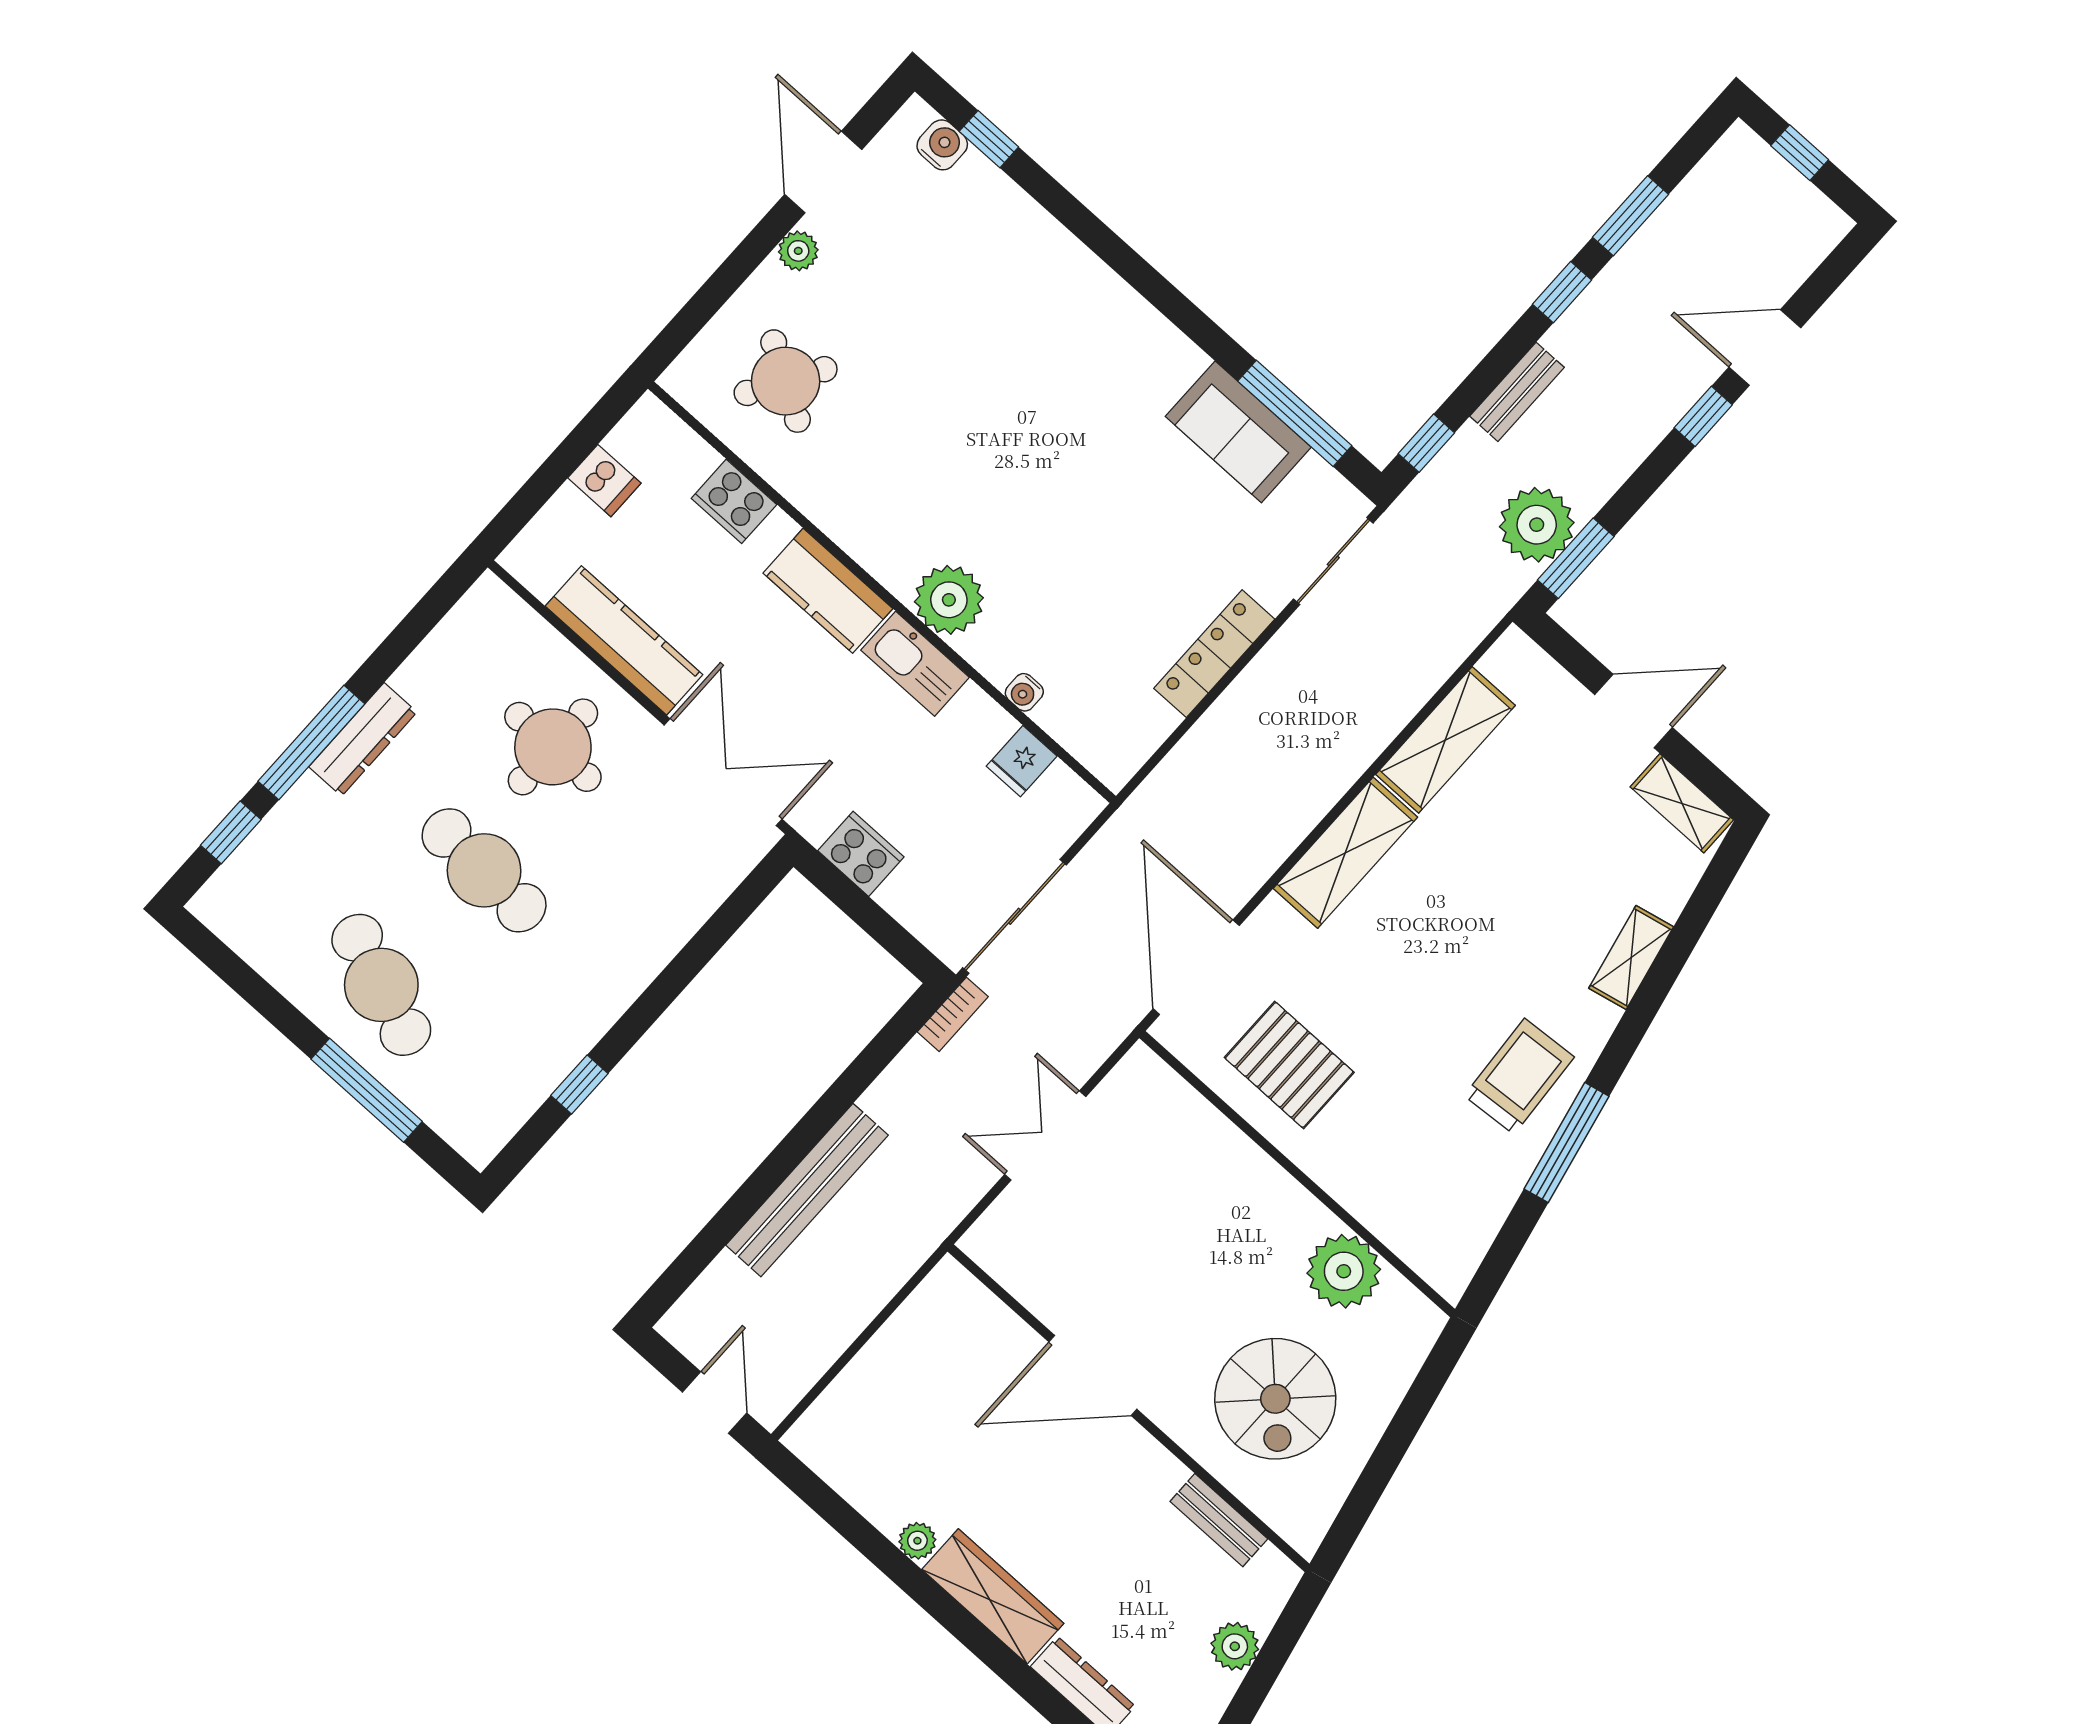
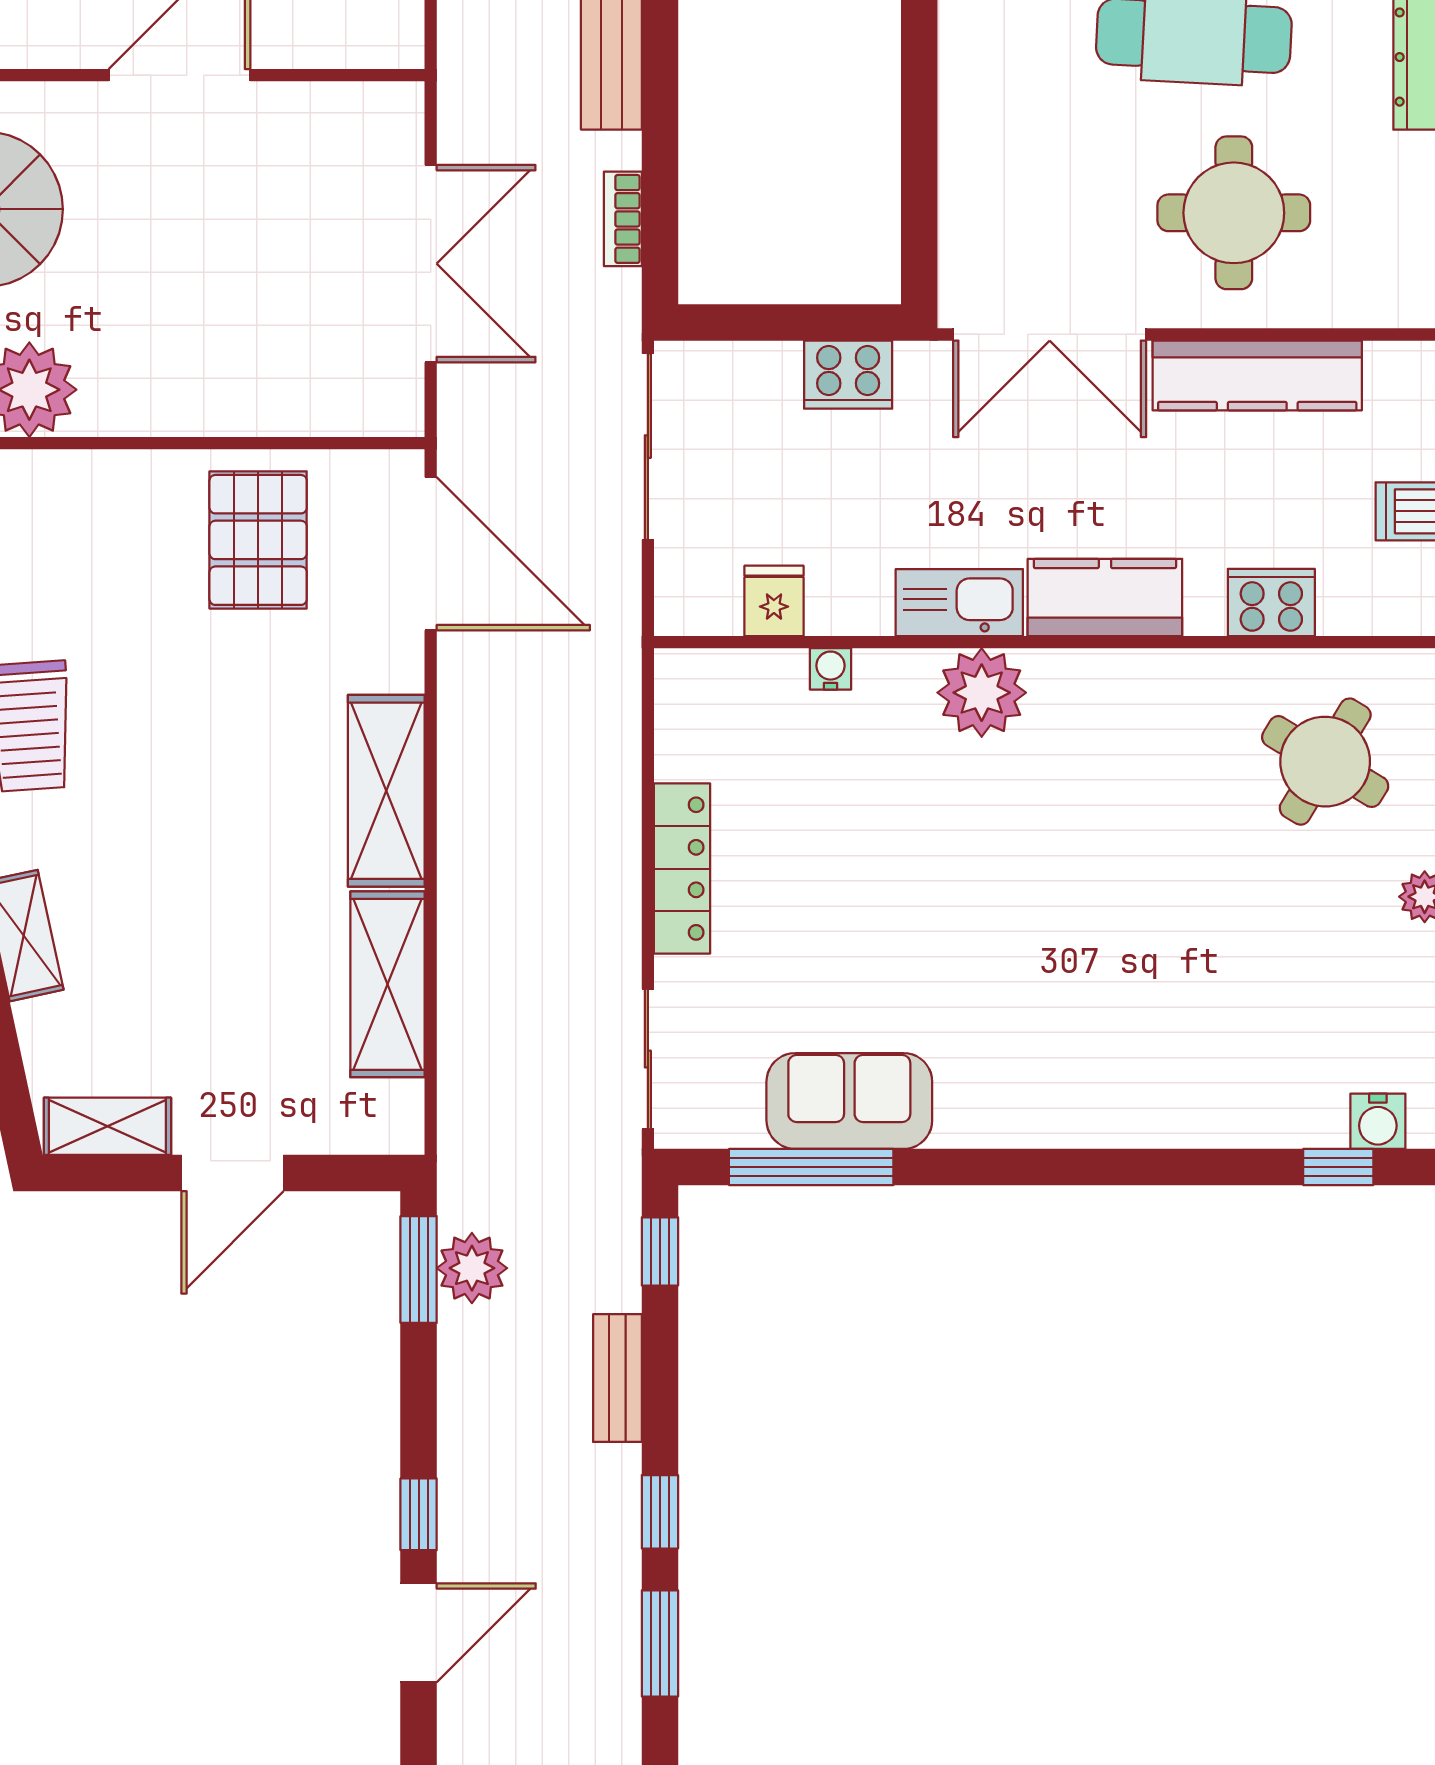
plant: (1537, 525) -> (472, 1268), width x0.73, depth x0.73
bookcase: (953, 1014) -> (623, 219), moved
pallet: (1289, 1065) -> (258, 540), turned 90
double door: (1045, 1135) -> (431, 264), width x1.37

